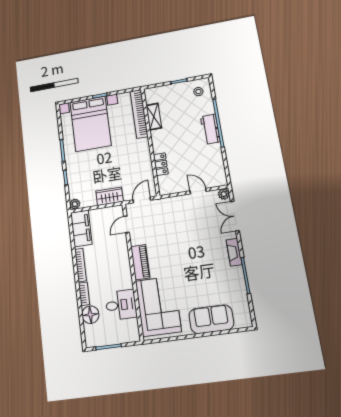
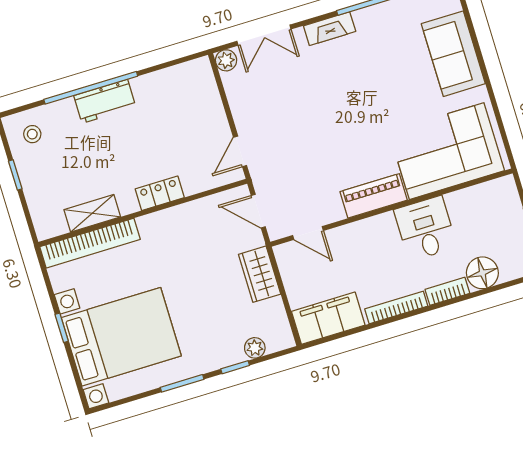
locker: (161, 164) -> (160, 193), moved
door: (198, 191) -> (240, 151), moved
plant: (75, 204) -> (255, 348), moved
desk: (121, 305) -> (425, 228), moved

